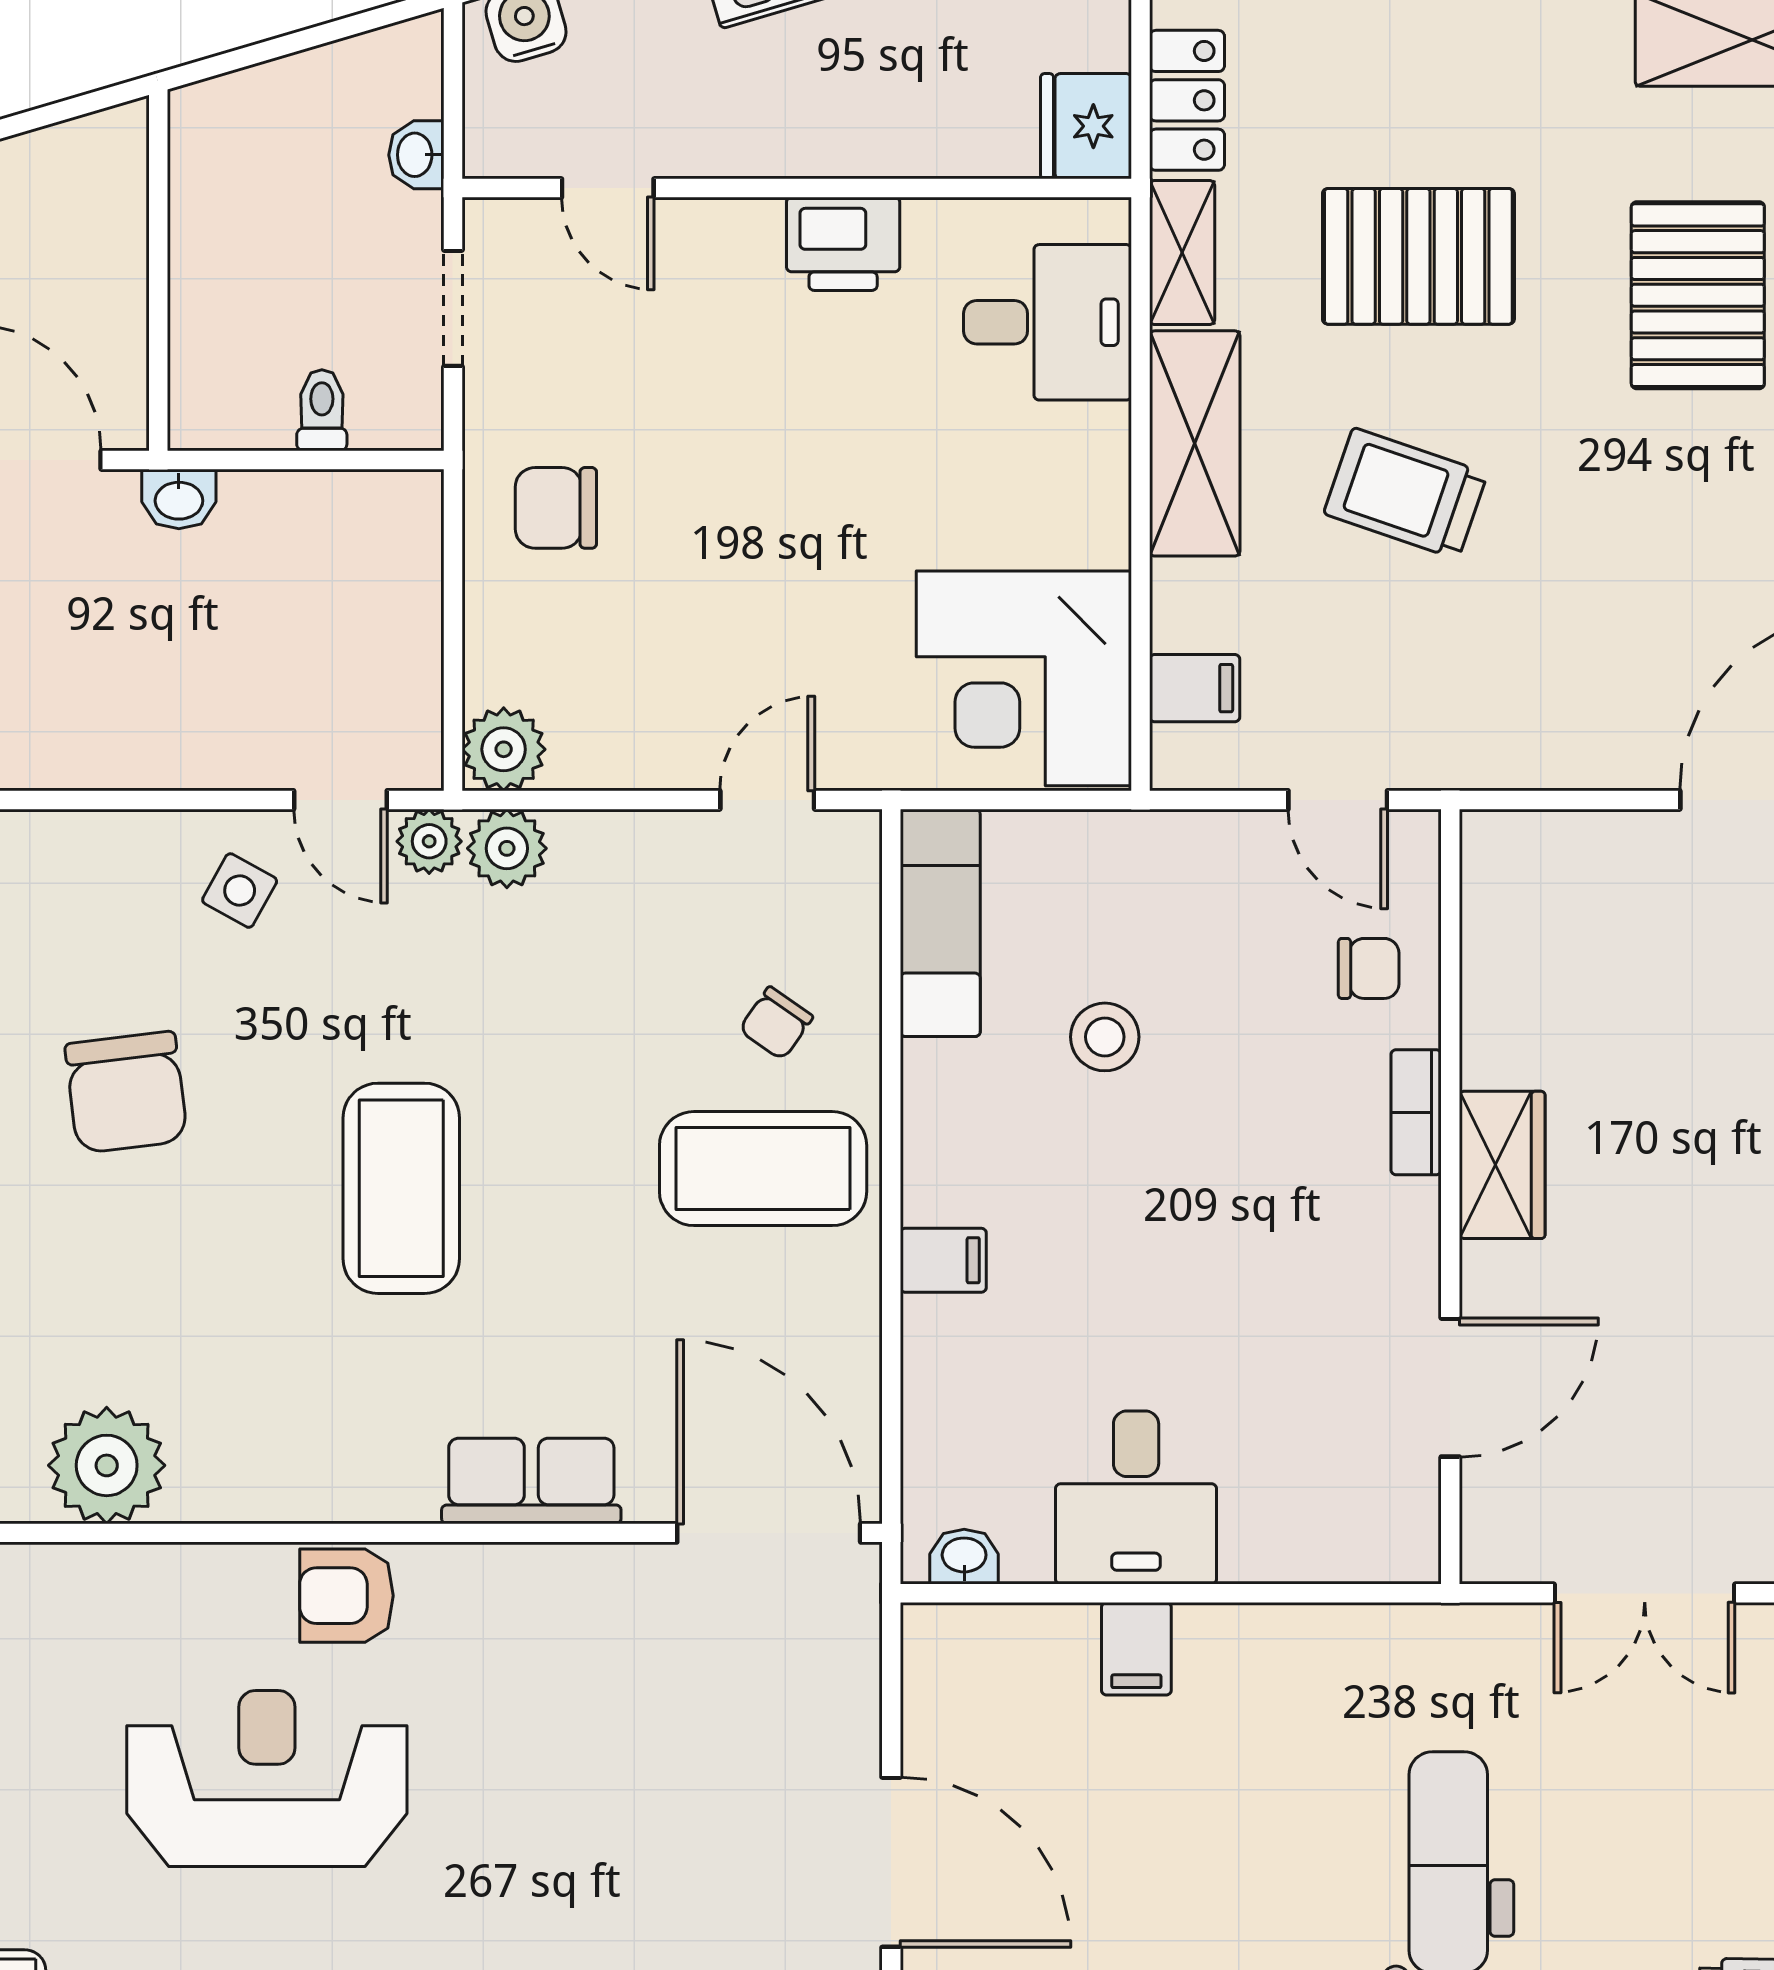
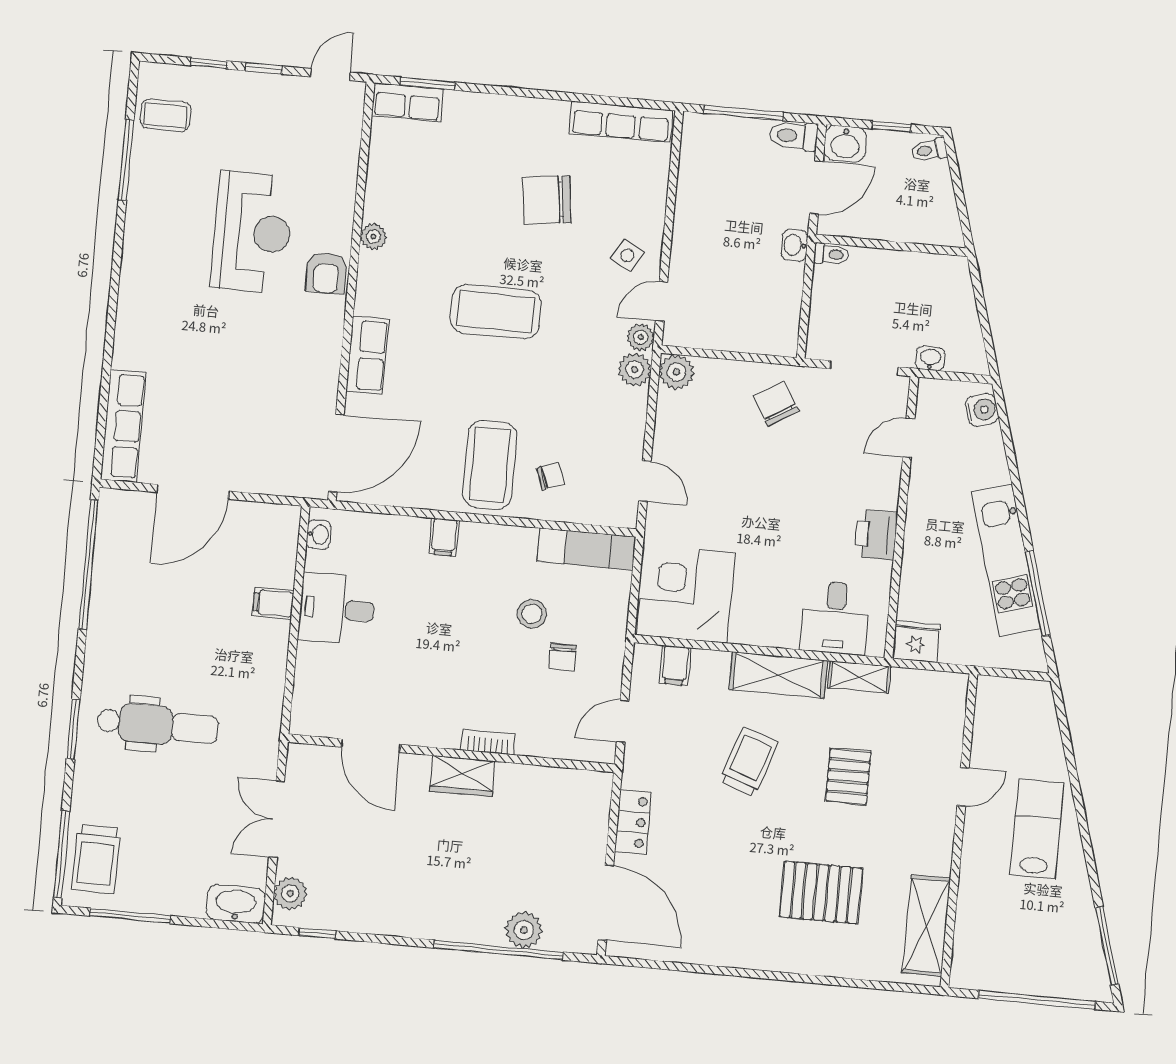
locker: (1187, 100) -> (633, 822), moved, turned -90
pallet: (1418, 256) -> (848, 776), width x0.67, depth x0.71
doorway: (453, 308) -> (864, 368), width x1.38
toilet: (322, 410) -> (831, 254), moved
chair: (556, 508) -> (776, 403), turned -31
chair: (1369, 968) -> (562, 657), moved
chair: (776, 1023) -> (550, 476), turned 125
plant: (107, 1465) -> (373, 237), moved, width x0.53, depth x0.53
armchair: (346, 1596) -> (326, 273), turned 180

